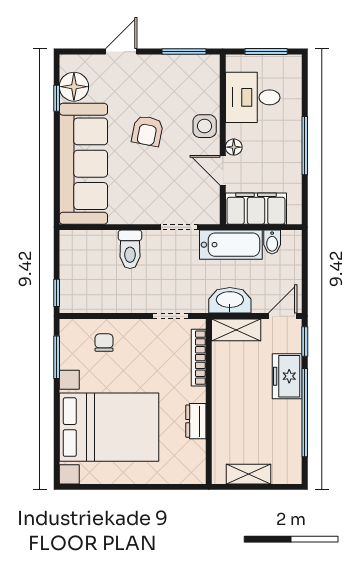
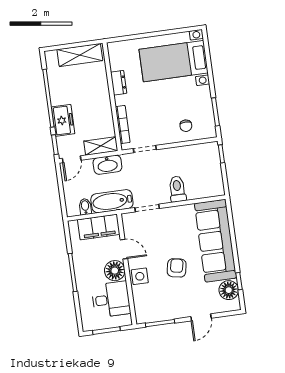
floor lamp: (234, 147) -> (115, 271), width x1.89, depth x1.89
bed with nightstands: (109, 427) -> (174, 61), width x0.73
shelving: (249, 474) -> (80, 55), width x1.50, depth x1.33

